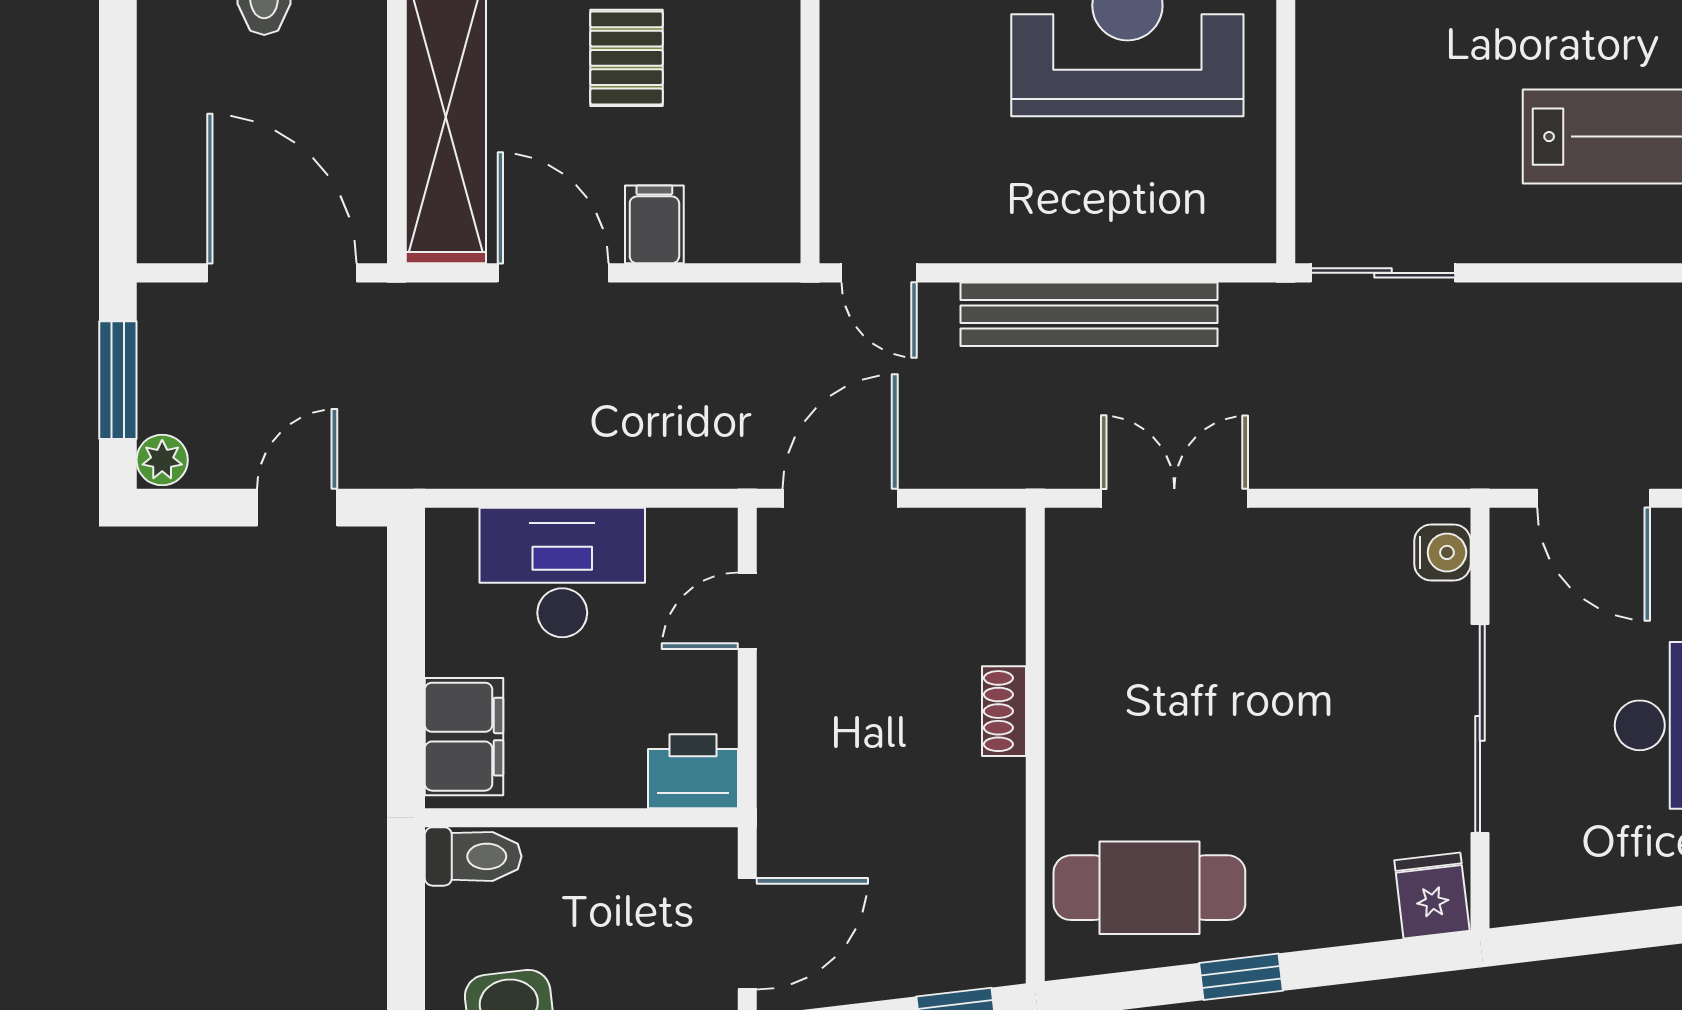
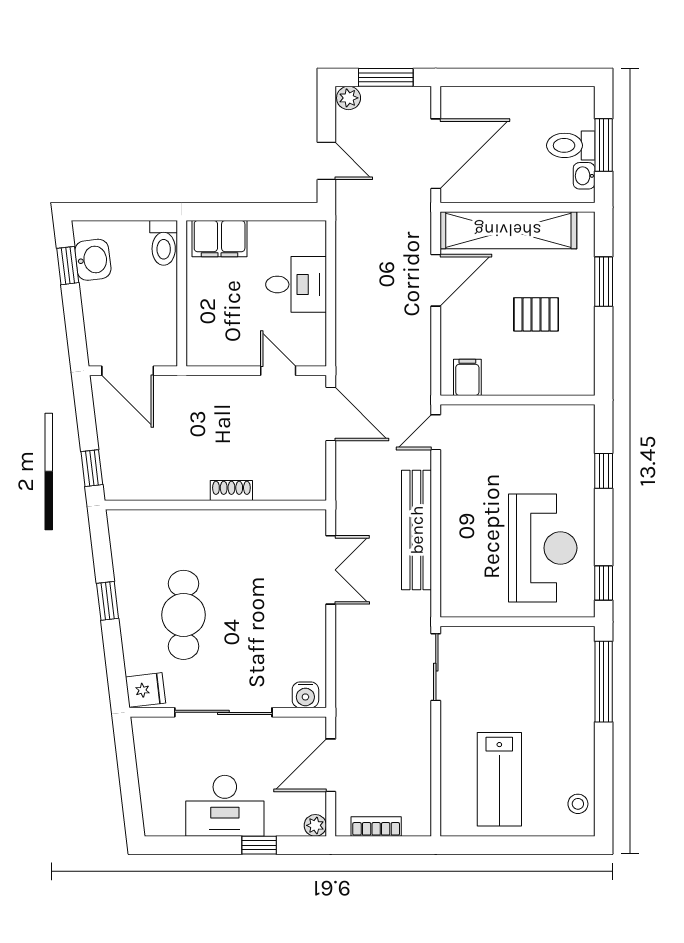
filing cabinet: (654, 224) -> (467, 377), moved, turned -90
desk: (562, 573) -> (296, 284), width x0.73
printer: (693, 771) -> (203, 345), removed
cafe table: (1149, 888) -> (184, 615), moved

